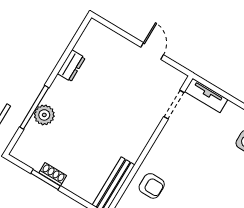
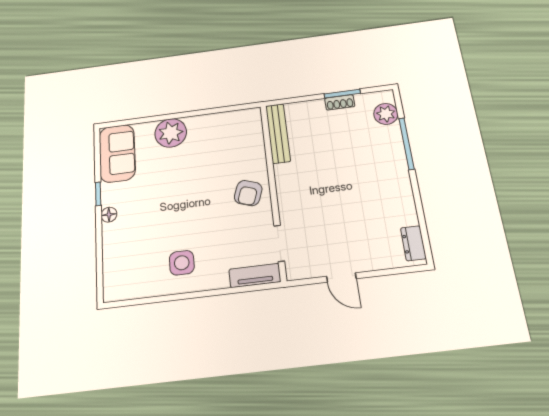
dresser: (71, 66) -> (413, 243), moved
plant: (44, 115) -> (386, 114), moved
armchair: (152, 186) -> (248, 193), moved, turned -71

